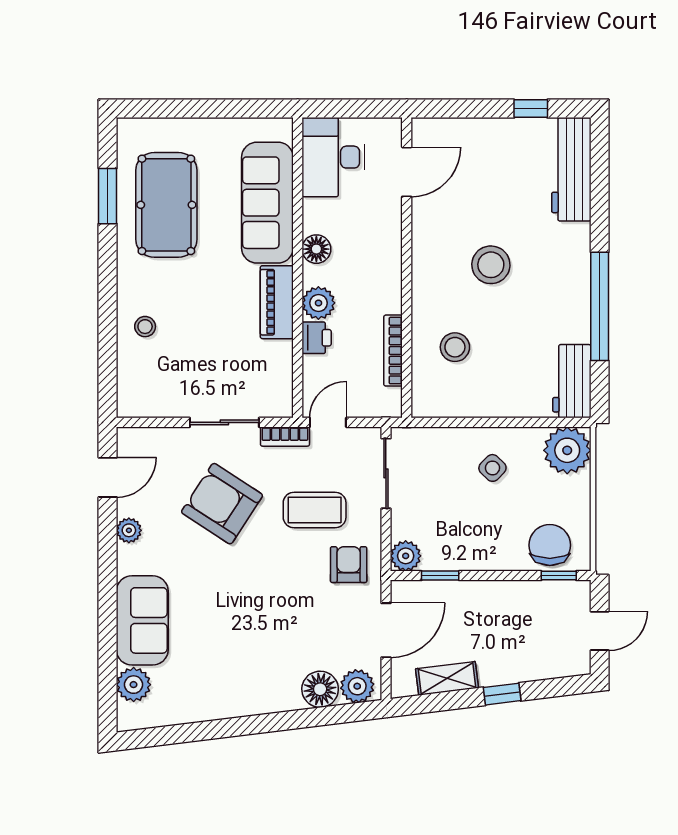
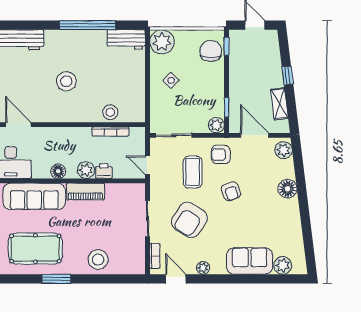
window: (108, 196) -> (56, 279), moved
stool: (145, 327) -> (98, 260), width x1.89, depth x1.89
stool: (455, 347) -> (110, 112), moved
bookcase: (285, 437) -> (155, 256), moved
chair: (550, 545) -> (211, 51), turned 90
armchair: (277, 584) -> (231, 191), added
floor lamp: (320, 689) -> (287, 189), moved

